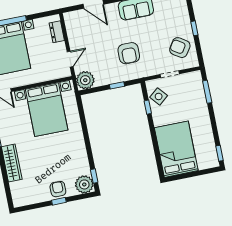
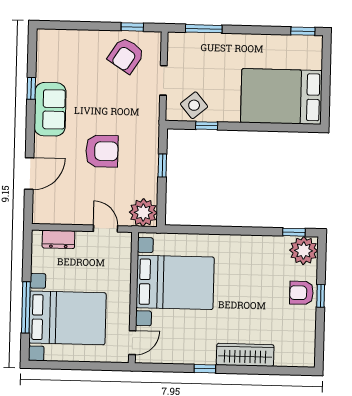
window: (194, 28) -> (132, 27), moved
armchair: (129, 53) -> (102, 151), moved

